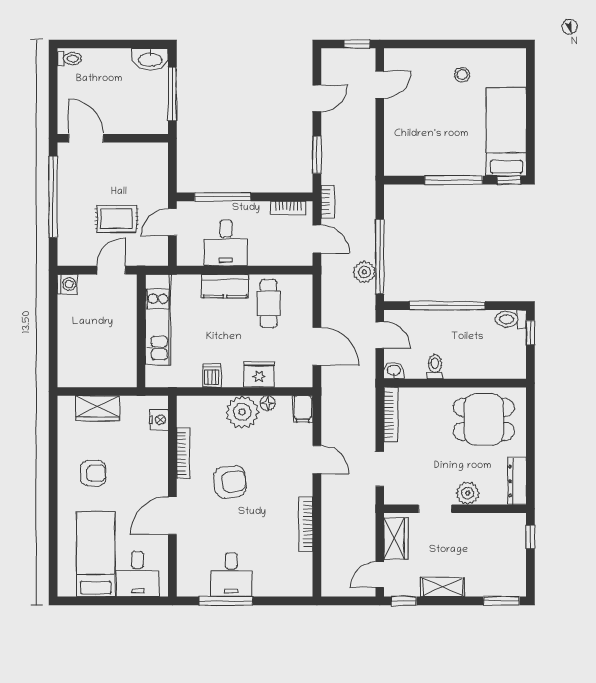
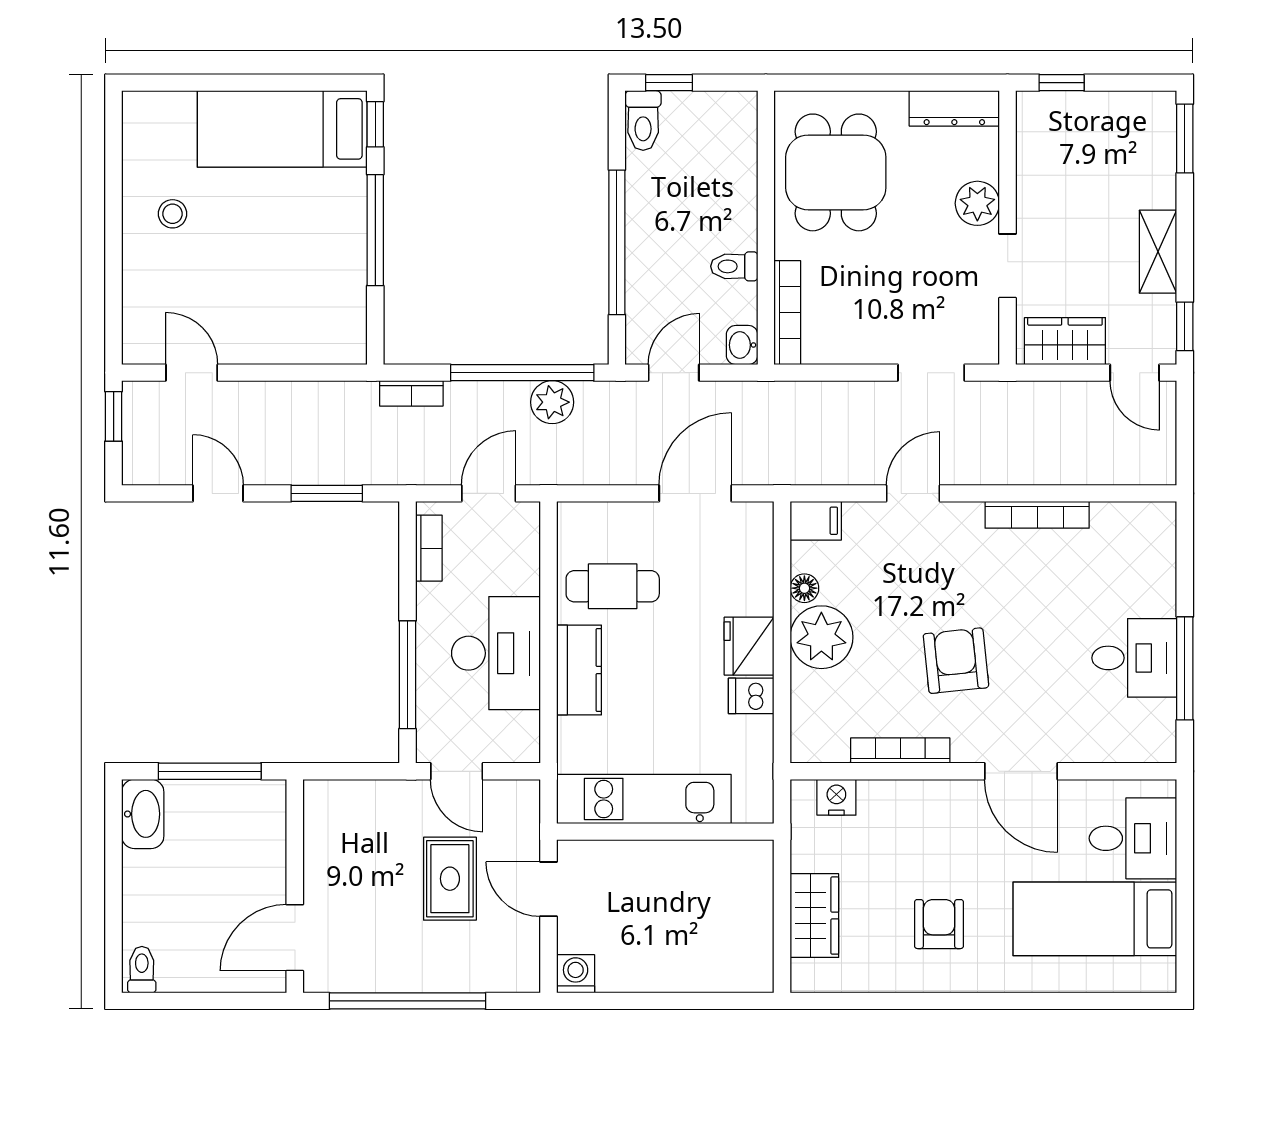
bookcase: (328, 202) -> (411, 393), moved, turned 180
desk: (226, 243) -> (496, 653), width x1.37
fridge: (259, 374) -> (749, 646), moved
bookcase: (391, 414) -> (787, 313), moved, turned 90

